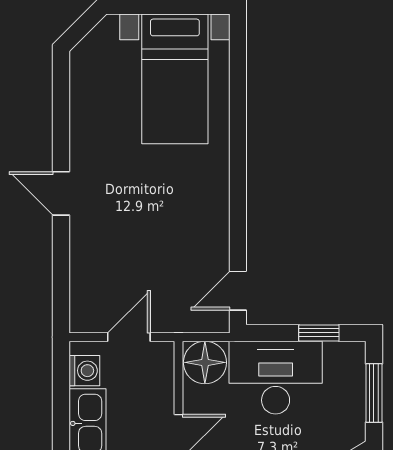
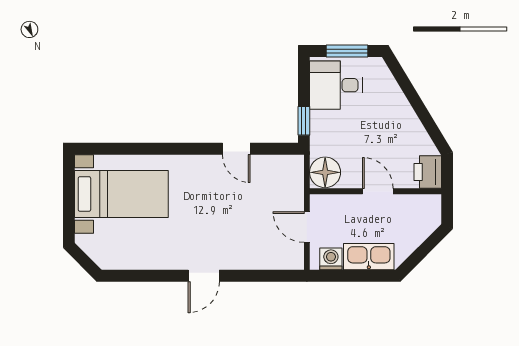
door: (238, 291) -> (236, 149), moved
window: (319, 333) -> (304, 121), moved
desk: (276, 378) -> (336, 85), moved, width x0.73

